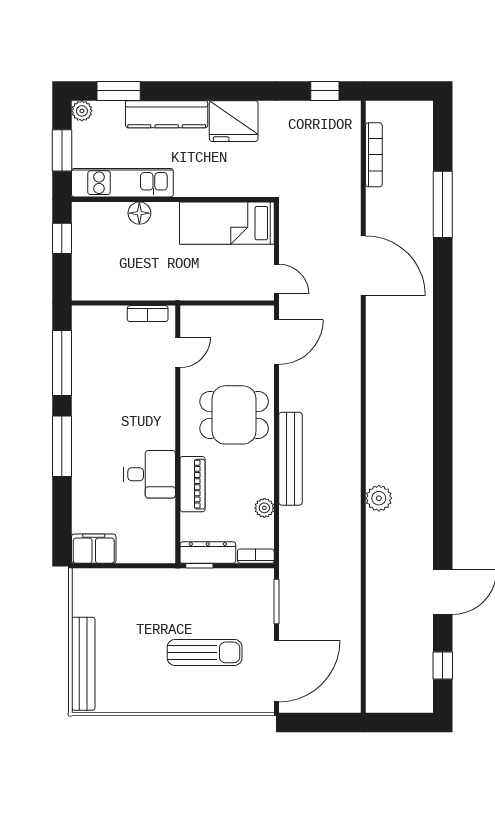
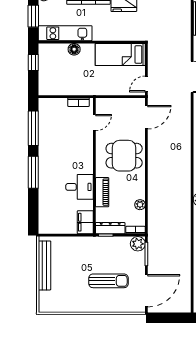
door: (276, 279) -> (146, 84), swing flipped
bench: (290, 459) -> (154, 179), removed
filing cabinet: (94, 549) -> (85, 222), moved, turned -90
plant: (260, 582) -> (138, 244), added
bench: (83, 664) -> (45, 265), moved

